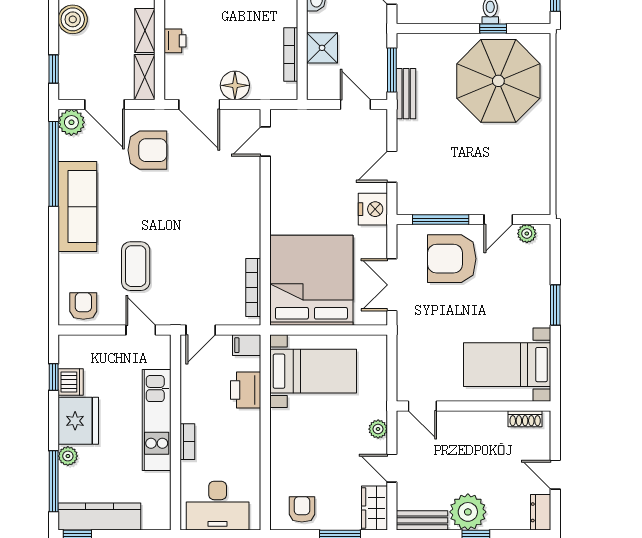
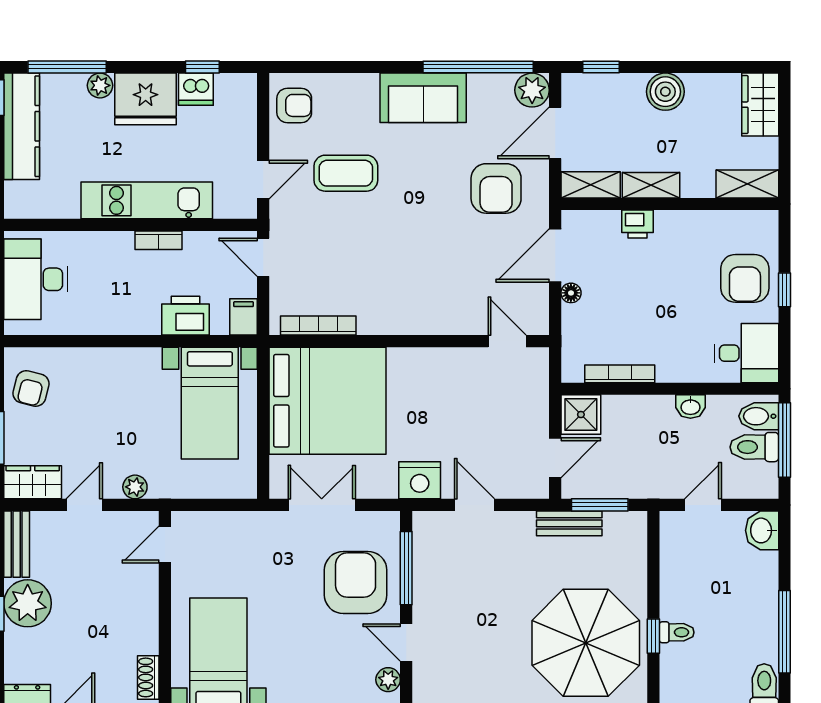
shower: (322, 48) -> (581, 415), moved
floor lamp: (235, 85) -> (571, 293), width x0.53, depth x0.53
sofa: (77, 207) -> (423, 98), width x0.73
bookcase: (187, 442) -> (159, 240), moved
armchair: (302, 509) -> (31, 389), turned 104

